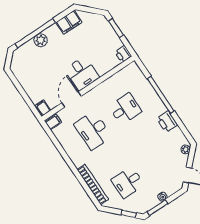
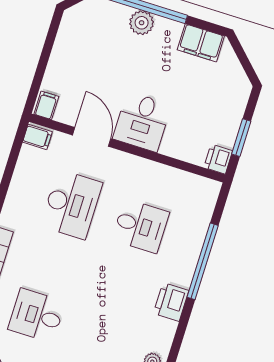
window: (116, 28) -> (241, 138), moved
door: (72, 99) -> (92, 137), hinge flipped
desk: (93, 130) -> (71, 204), turned 180

